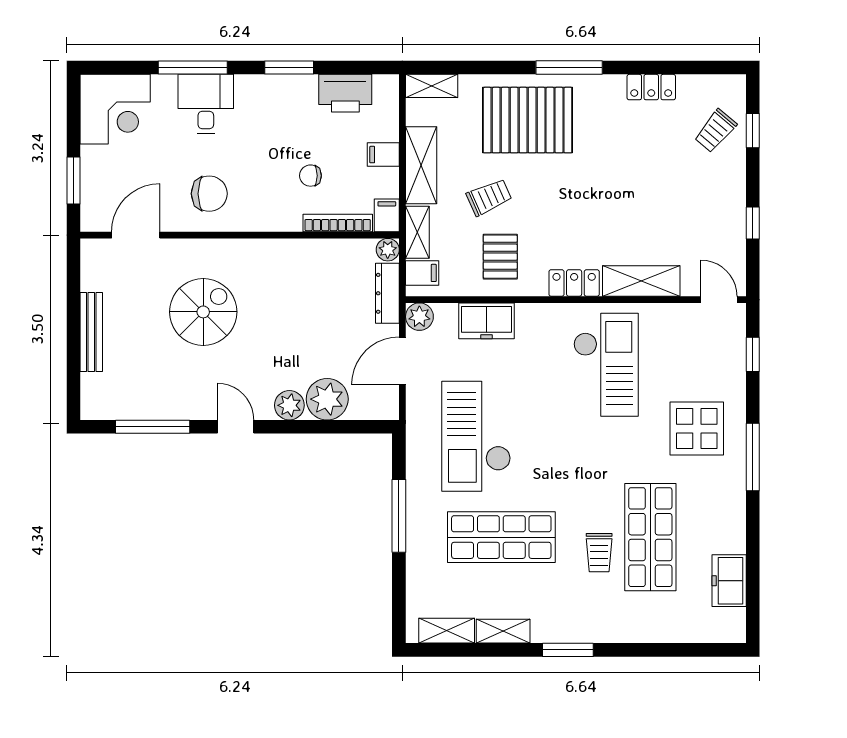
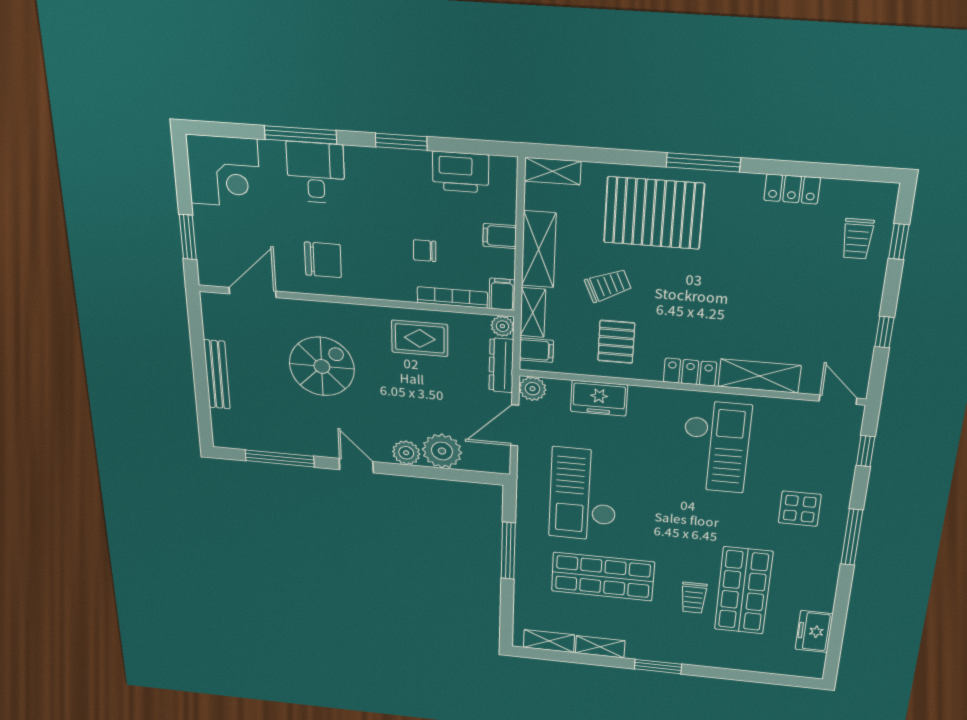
trolley: (715, 131) -> (857, 239), turned -40
rug: (305, 271) -> (420, 338), added
display table: (697, 429) -> (800, 509), width x0.73, depth x0.73

